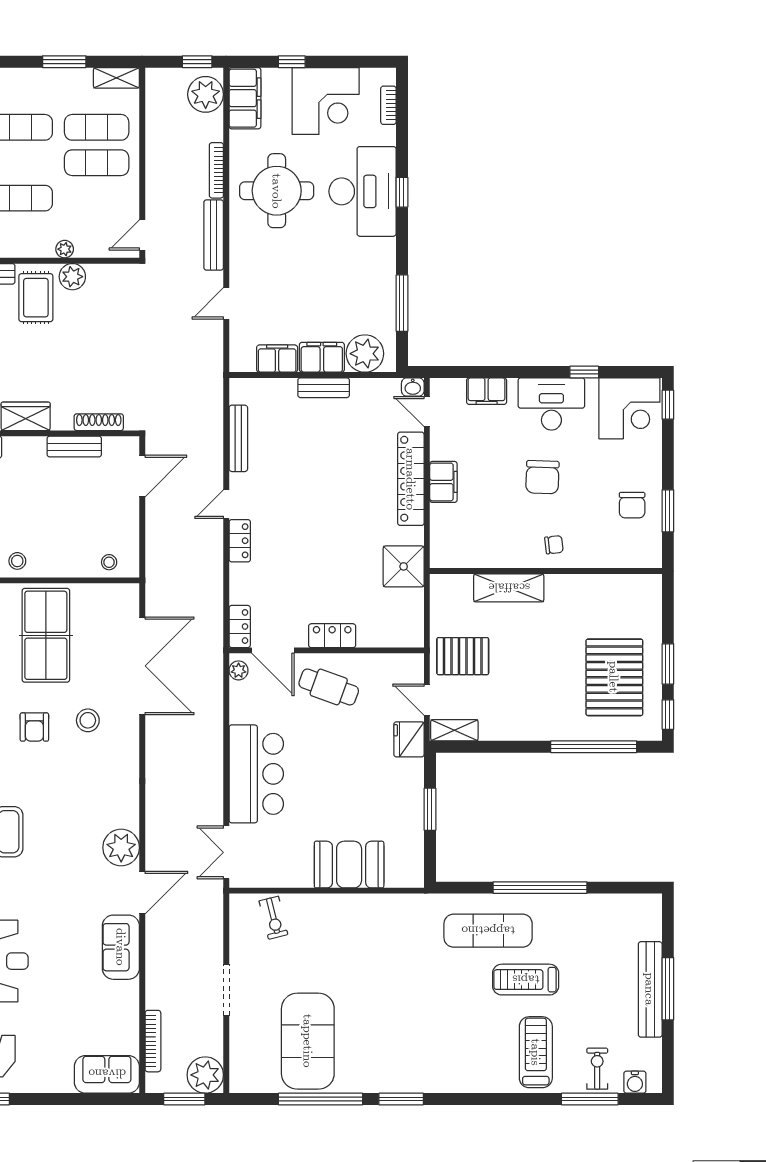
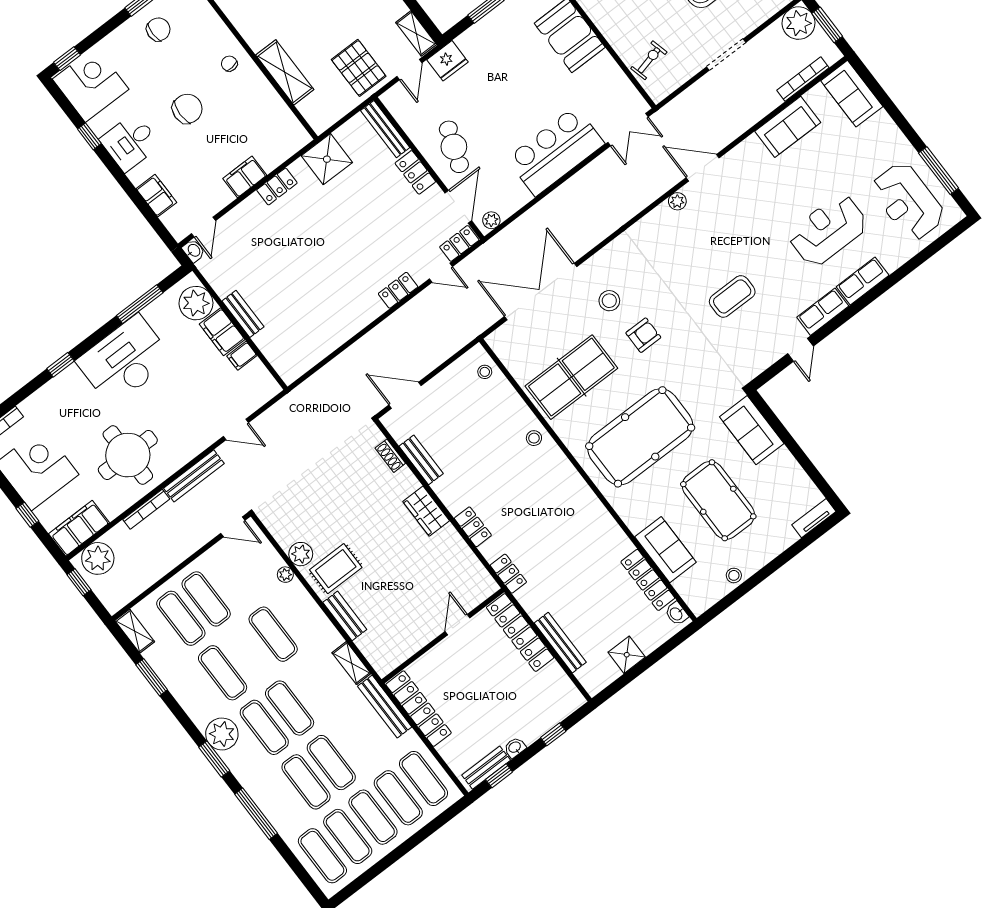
desk: (362, 191) -> (125, 360), moved
filing cabinet: (277, 359) -> (242, 356), width x0.50
desk: (551, 404) -> (130, 142), width x0.73
shoe rack: (99, 422) -> (390, 456), width x0.70
bench: (238, 438) -> (385, 129), moved, turned 90
locker: (411, 479) -> (277, 187), width x0.46, depth x0.83
door: (226, 504) -> (441, 273), moved
plant: (121, 848) -> (677, 201), width x0.53, depth x0.53
sofa: (121, 947) -> (788, 127), moved

